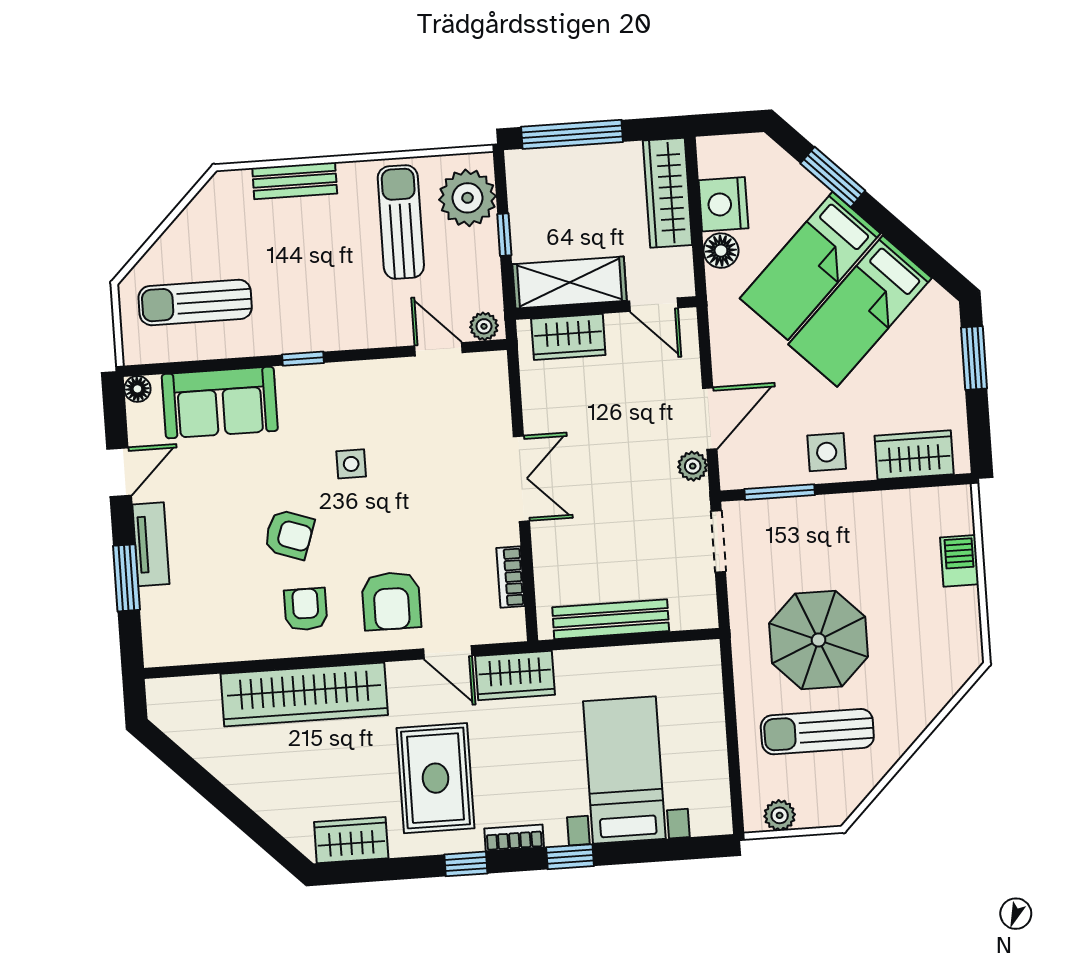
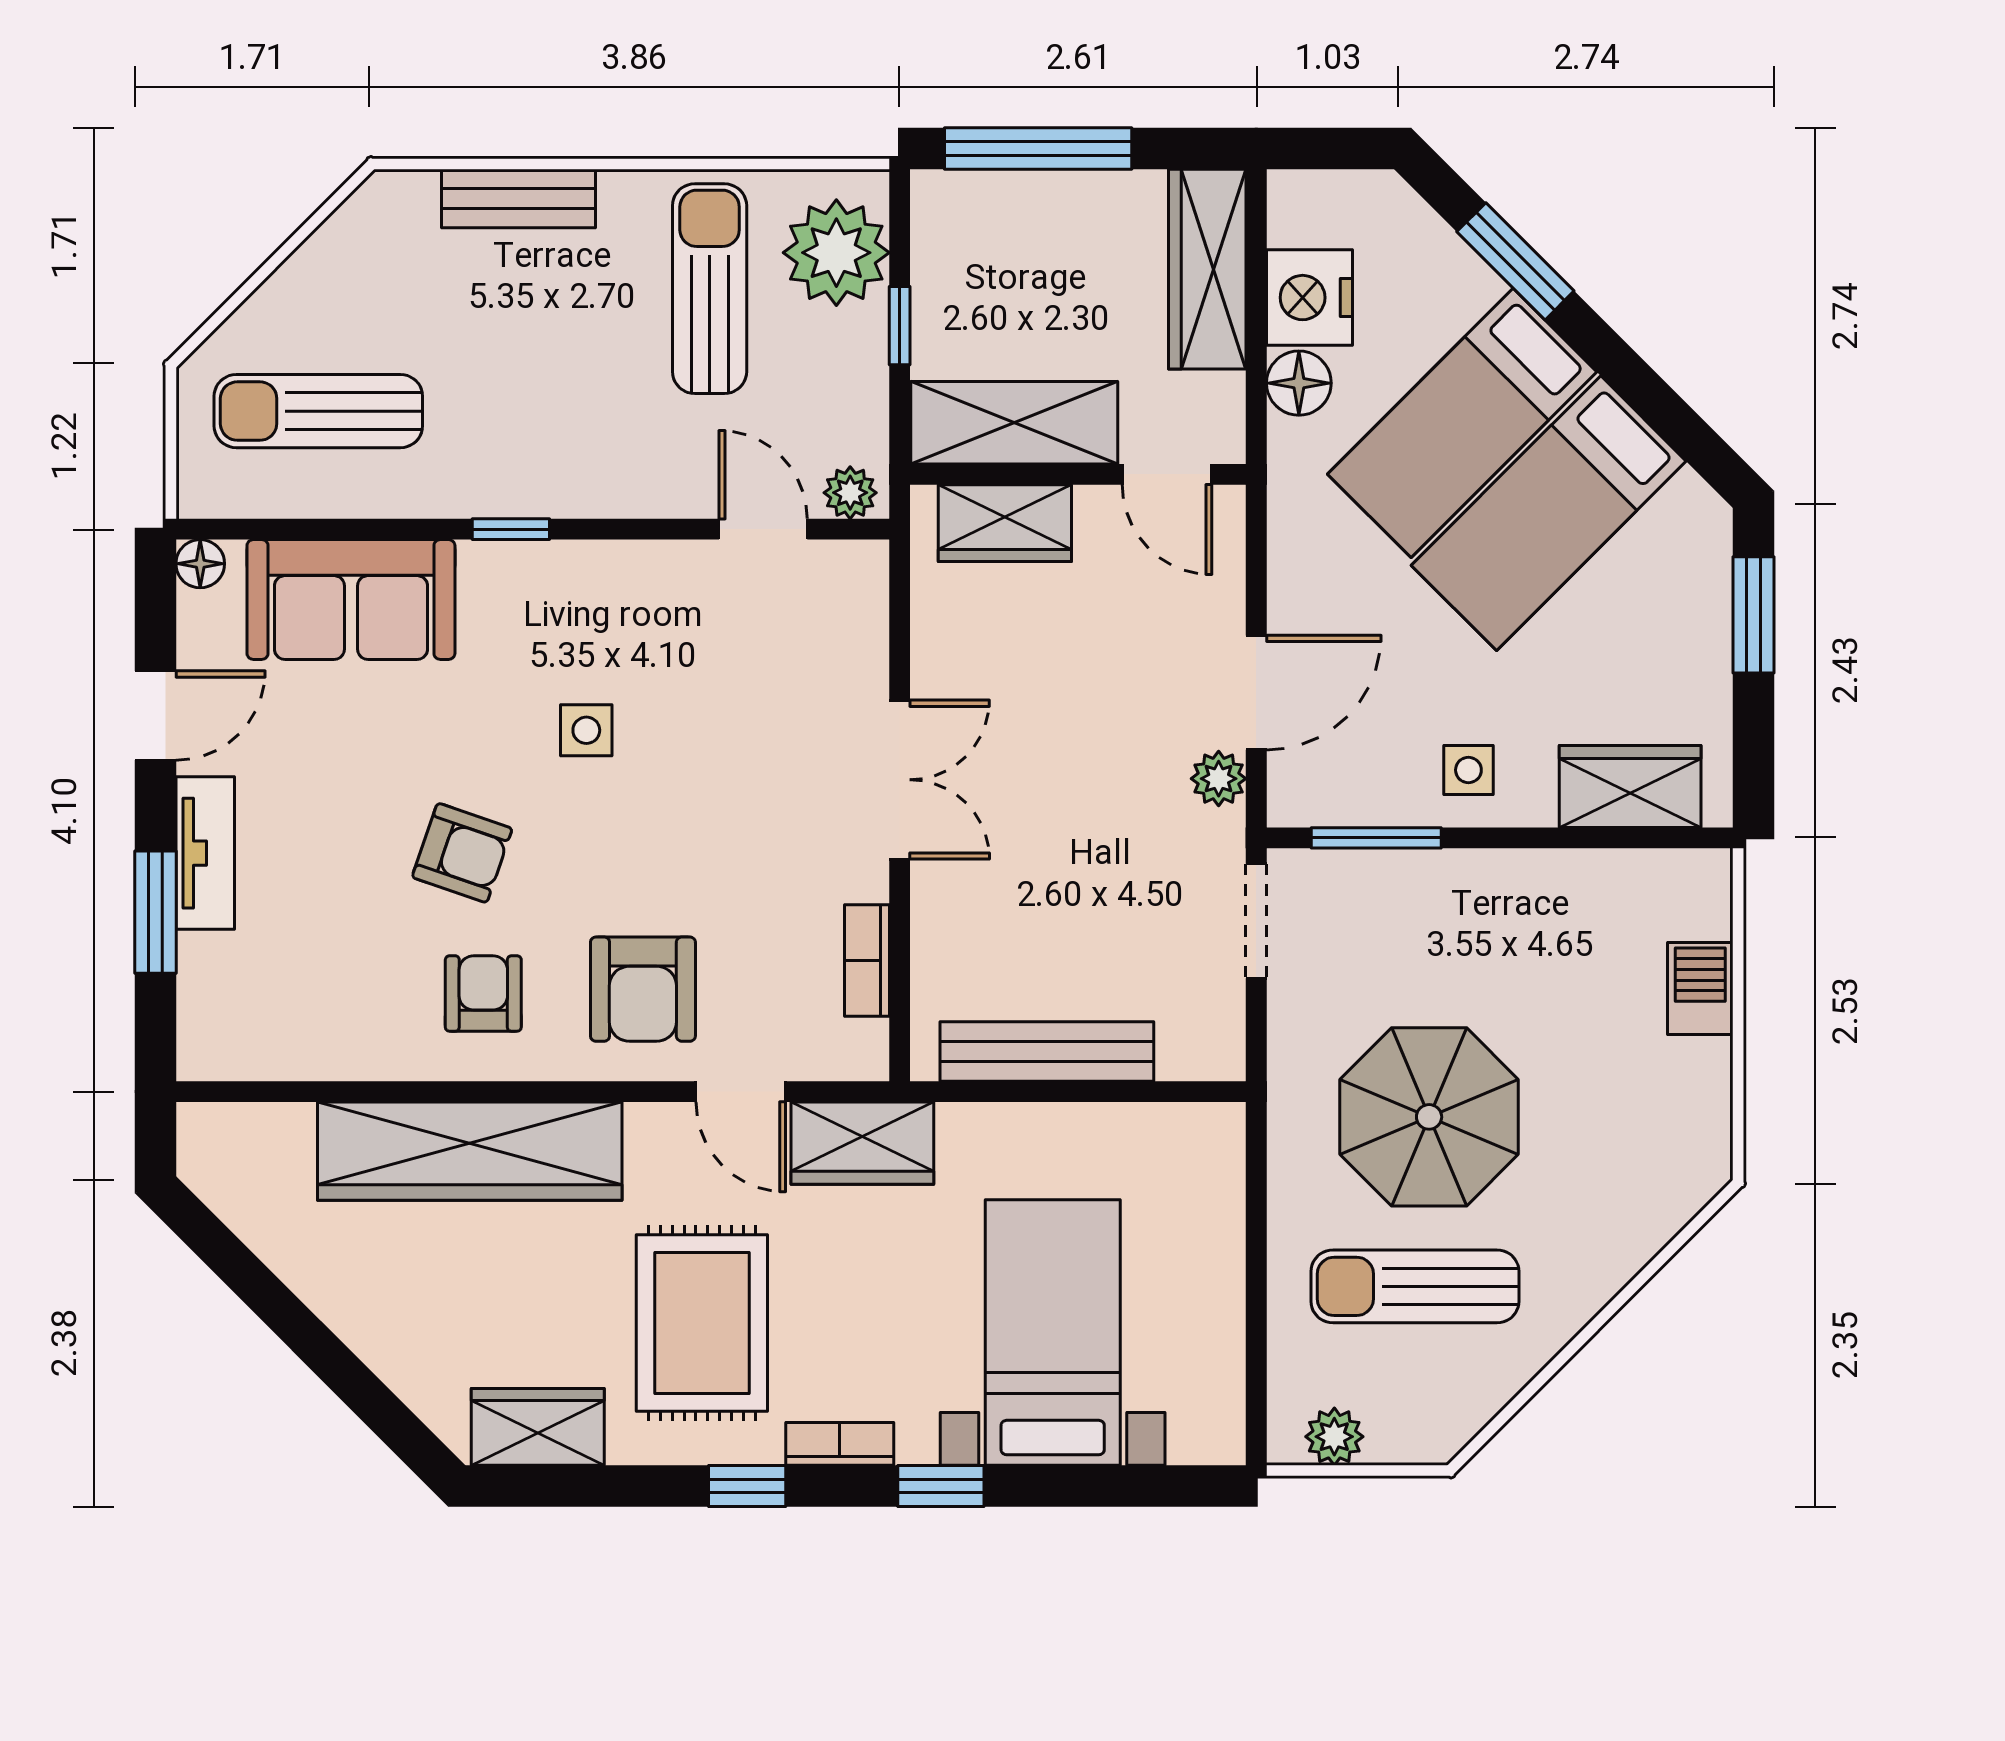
side table: (827, 452) -> (1468, 770), width x0.73, depth x0.73

